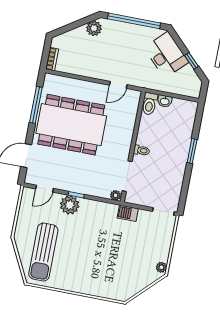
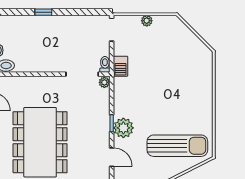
toilet: (142, 150) -> (105, 64), moved
window: (192, 151) -> (43, 12), width x0.67
plant: (161, 267) -> (147, 21), moved

